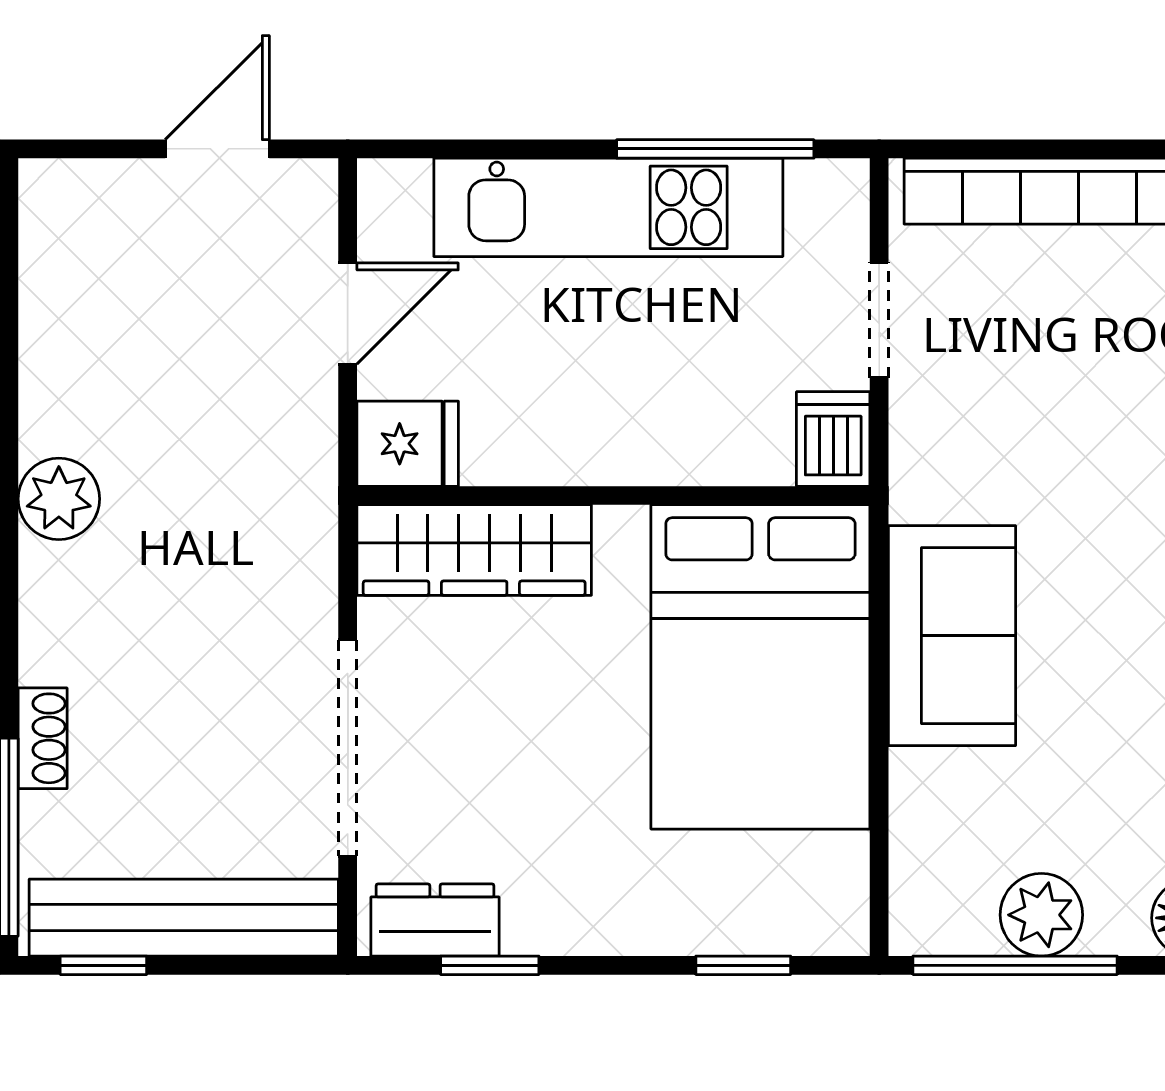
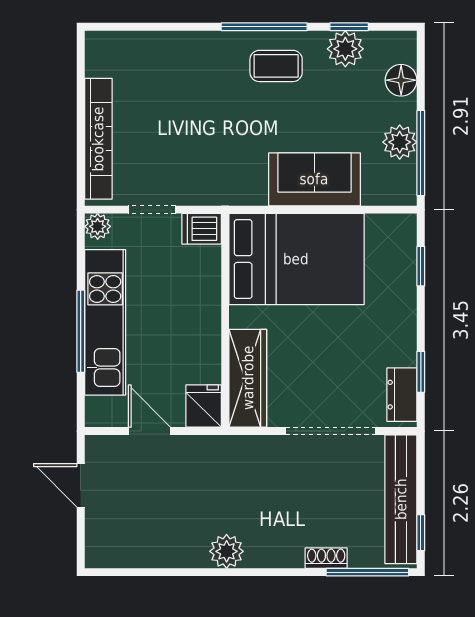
window: (715, 149) -> (81, 331), moved
plant: (839, 189) -> (98, 226), added
sofa: (952, 636) -> (314, 179), moved

